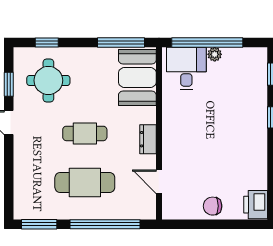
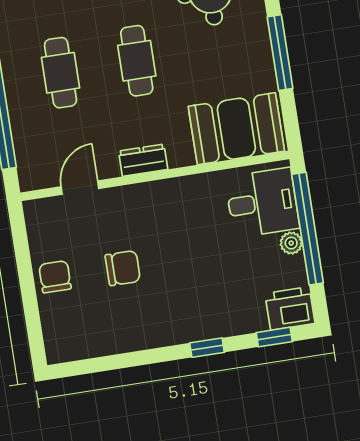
window: (121, 43) -> (280, 53), moved
chair: (214, 163) -> (123, 268), added
cafe table: (85, 183) -> (60, 73), width x0.73, depth x0.74
printer: (256, 205) -> (290, 308), moved

